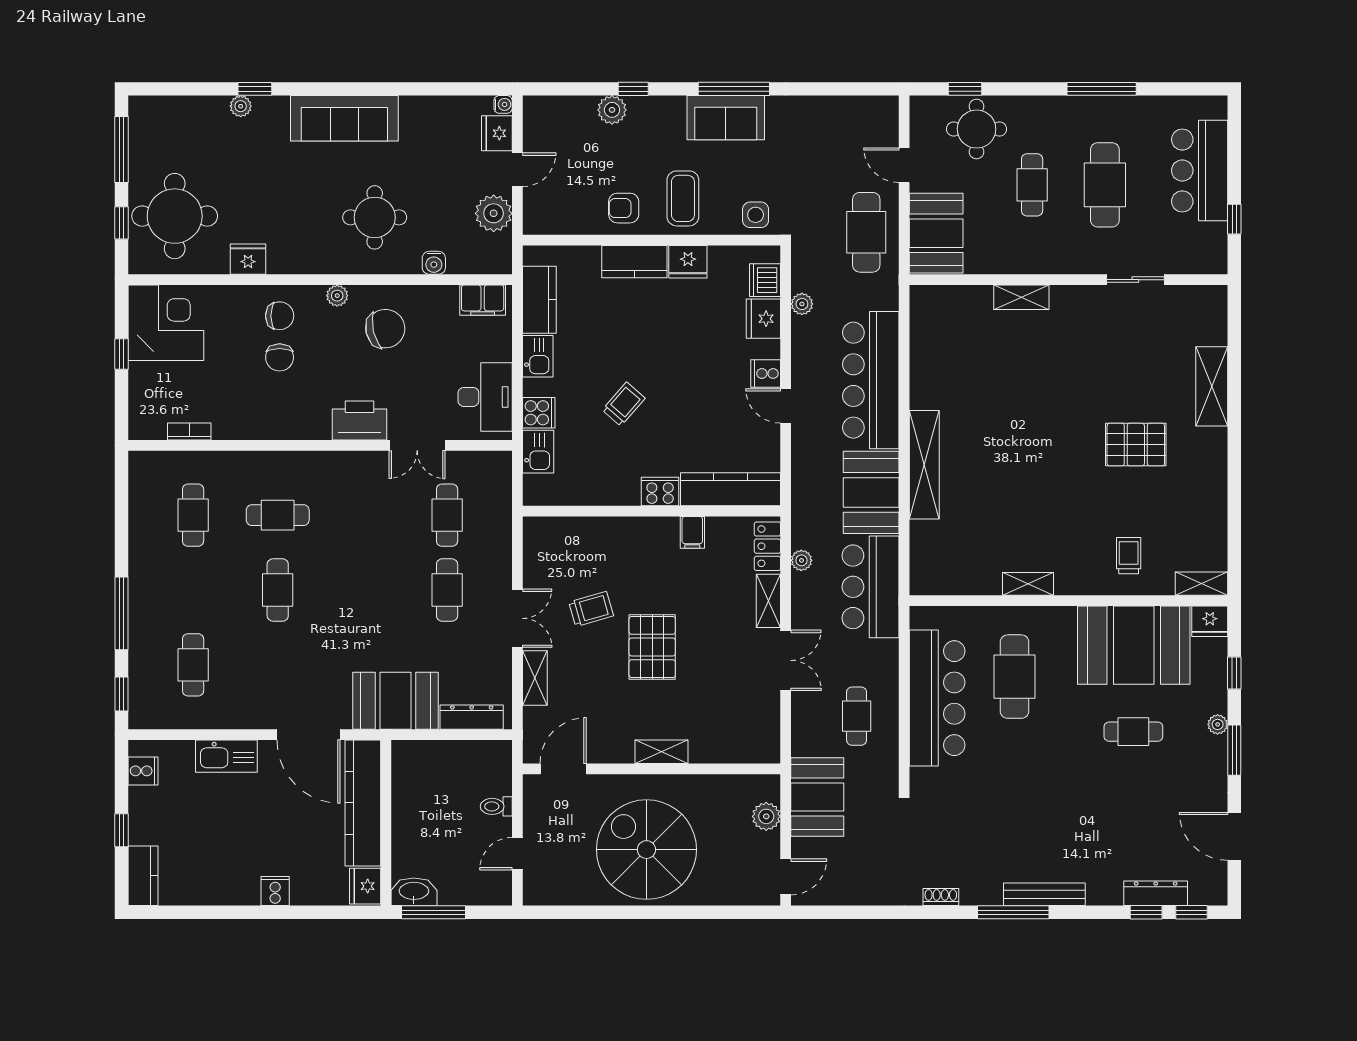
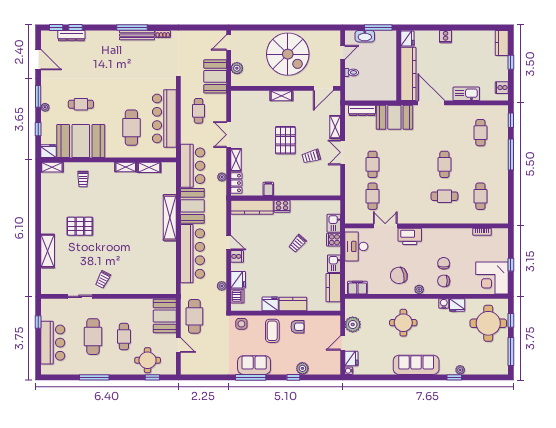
water cooler: (434, 263) -> (444, 303), moved
shelving: (1021, 297) -> (149, 167), moved
trolley: (1082, 319) -> (103, 279), added
washbasin: (414, 892) -> (365, 36), moved
bench: (1044, 894) -> (137, 35), moved

